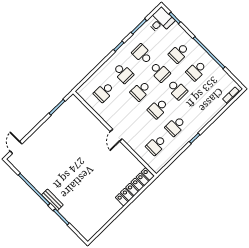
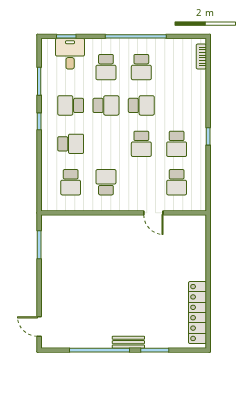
desk: (161, 21) -> (70, 54), moved
school desk: (141, 91) -> (106, 182), moved, turned 180
door: (116, 135) -> (153, 213), moved
locker: (135, 187) -> (197, 313), moved

